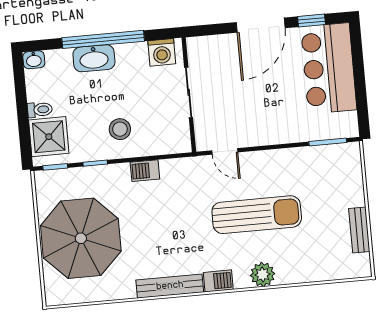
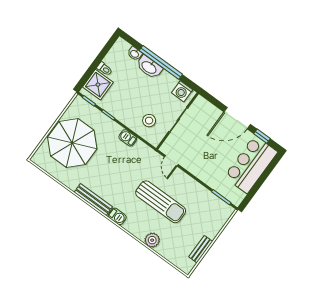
washbasin: (34, 60) -> (135, 54), moved
stool: (120, 129) -> (149, 121), moved
plant: (263, 274) -> (152, 240), moved

